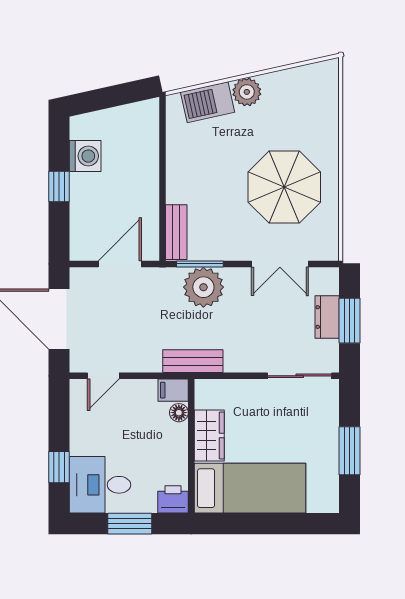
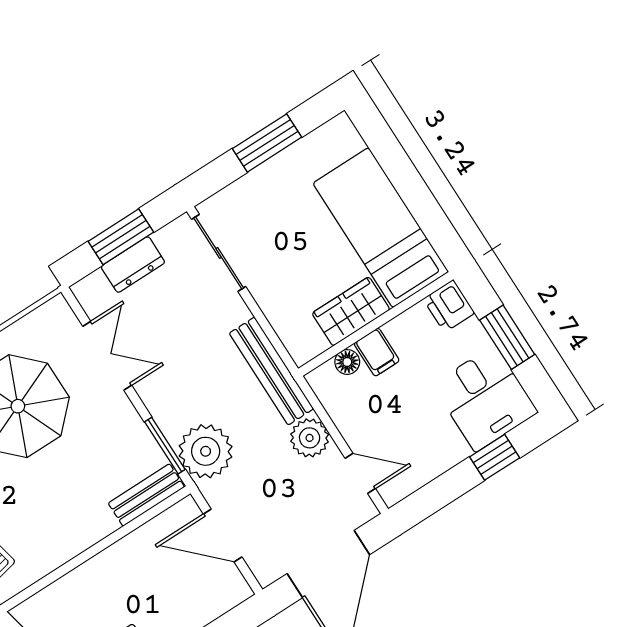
plant: (203, 287) -> (206, 451), moved
plant: (146, 358) -> (310, 438), added
bench: (193, 361) -> (271, 371), width x1.36
filing cabinet: (173, 390) -> (377, 352), moved

